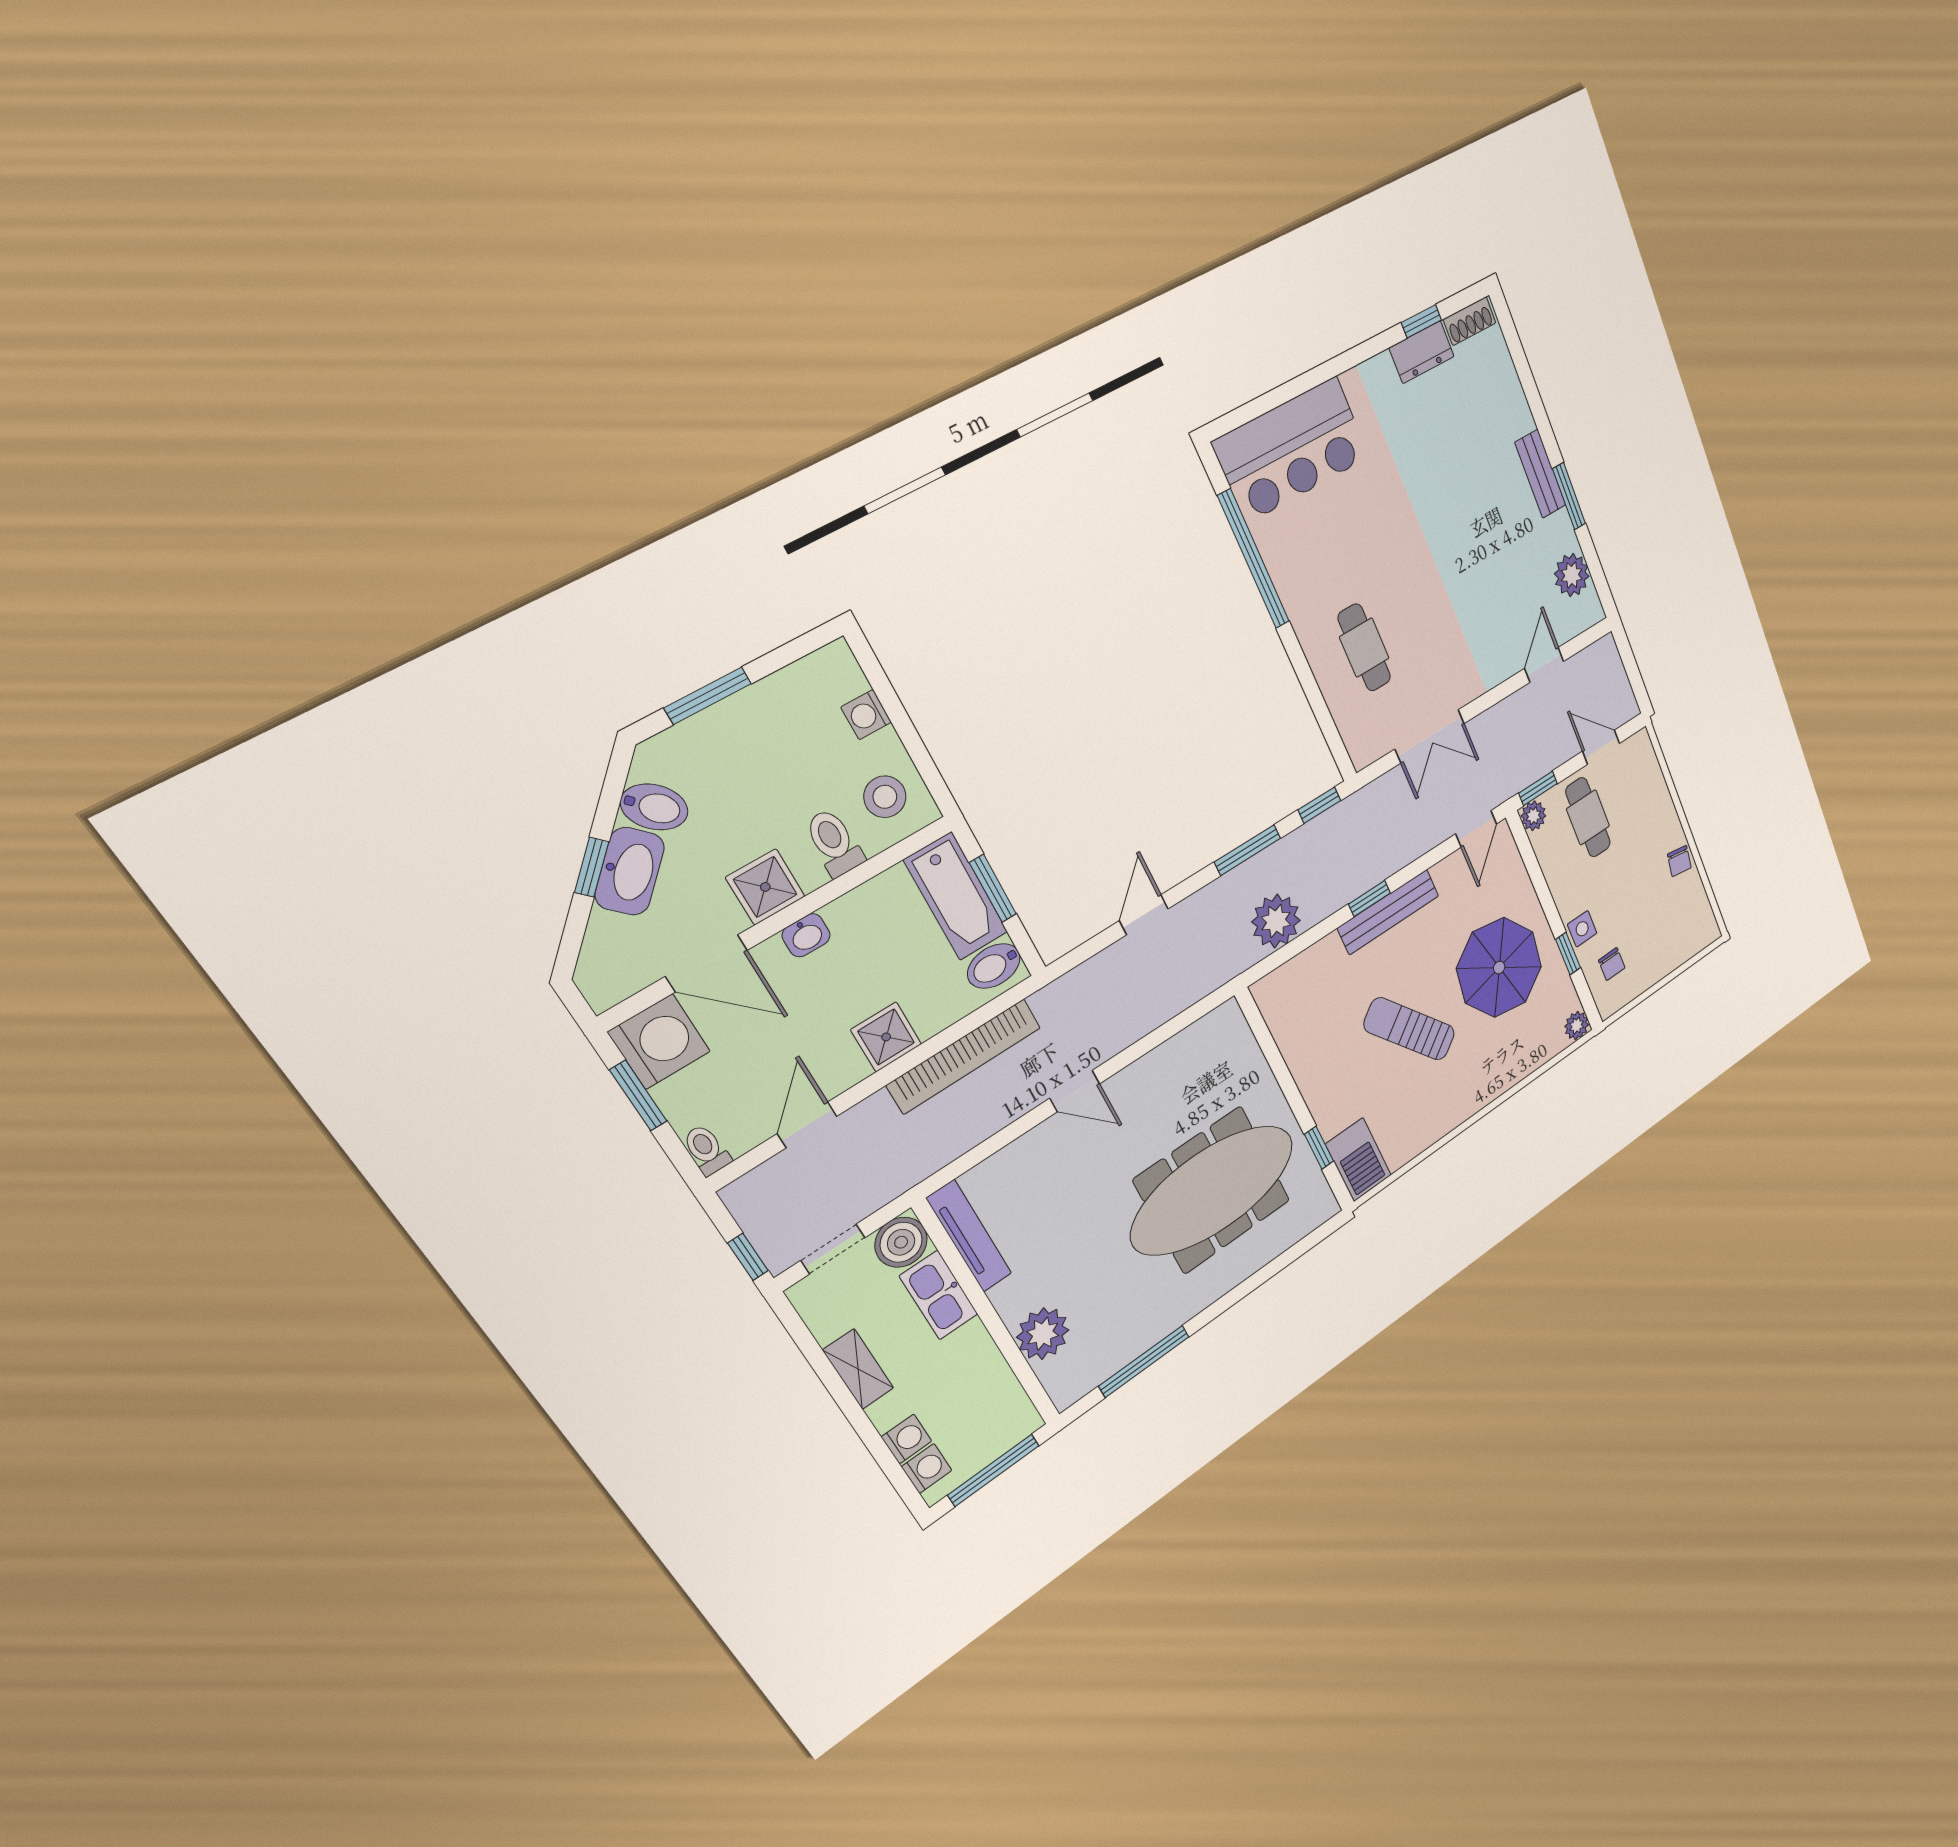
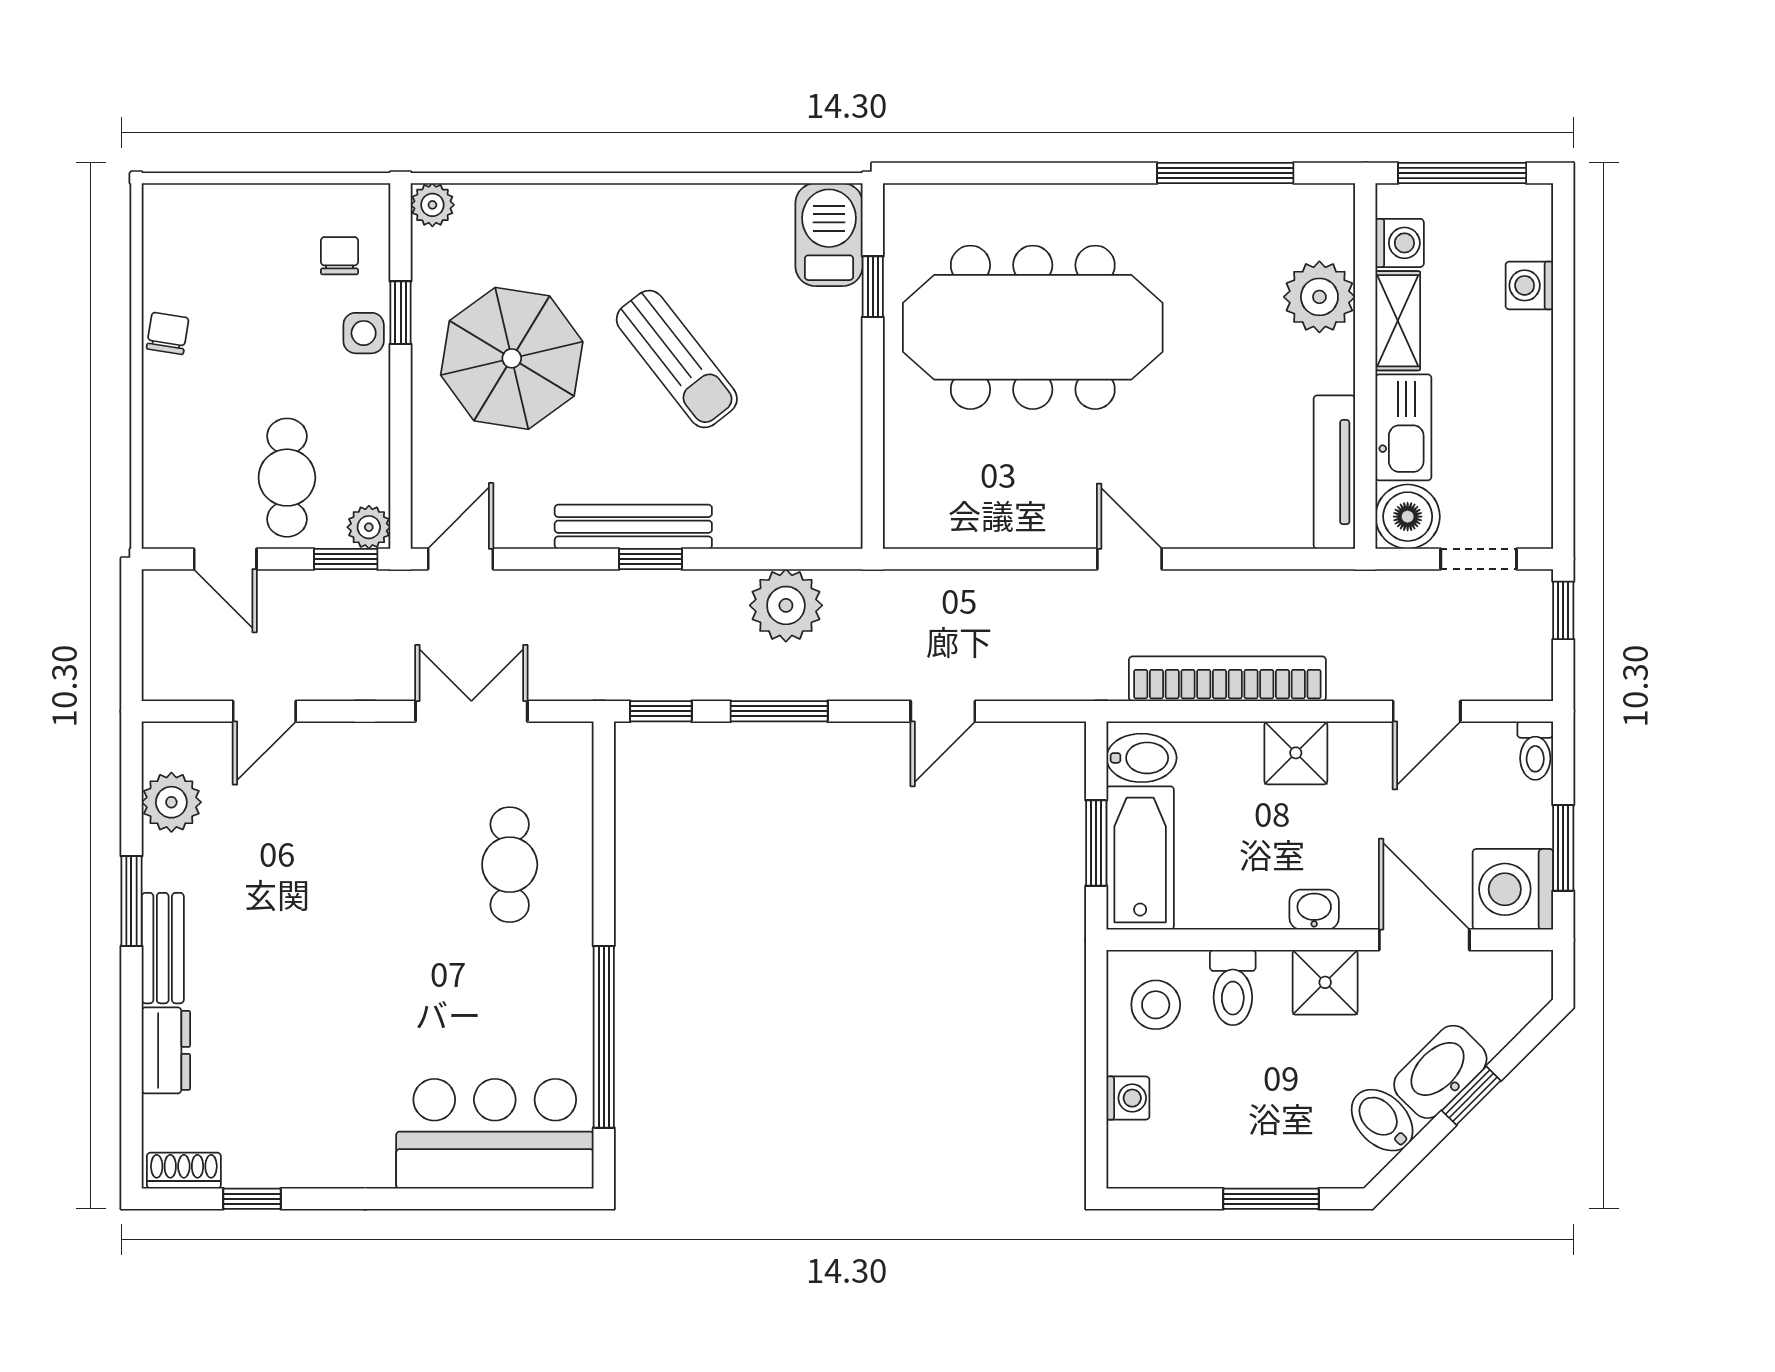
dresser: (1422, 352) -> (166, 1050), moved, turned 90
shelving: (858, 1369) -> (1398, 321), moved
washing machine: (927, 1469) -> (1400, 243), moved, turned 180

